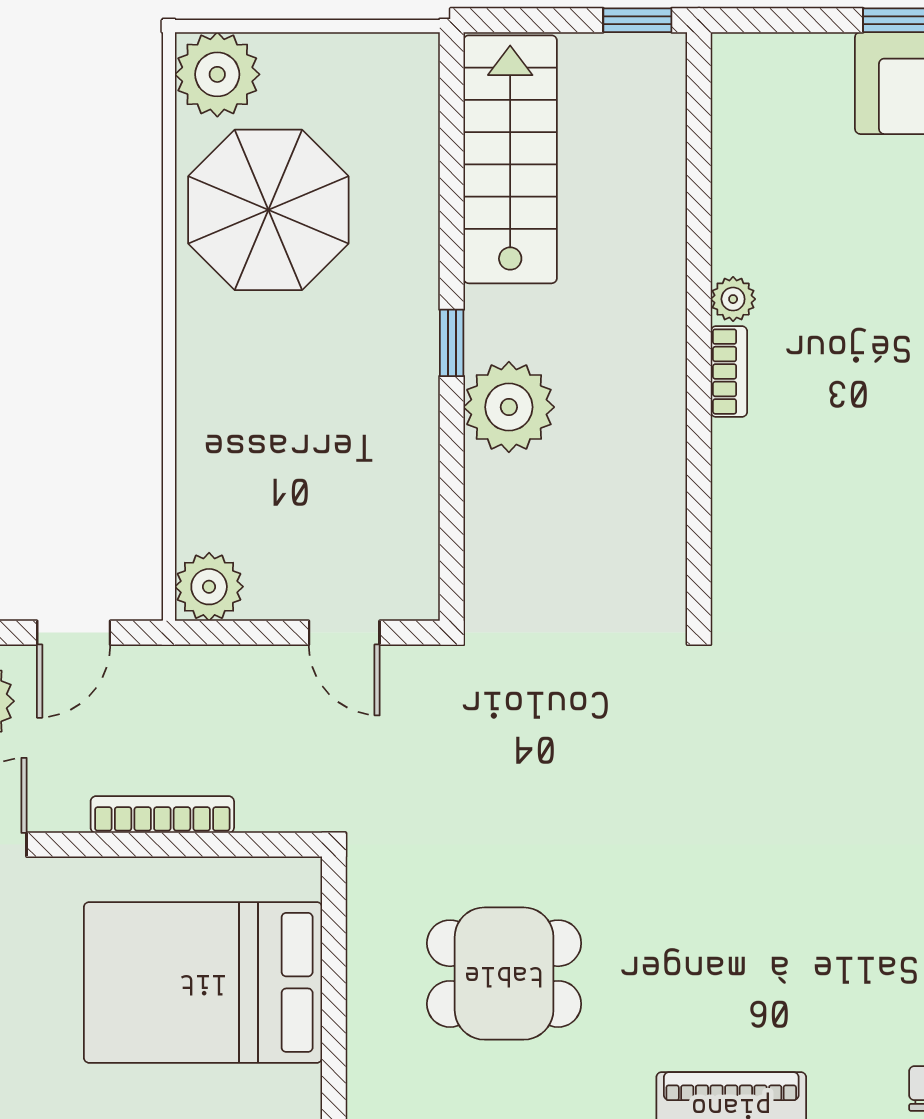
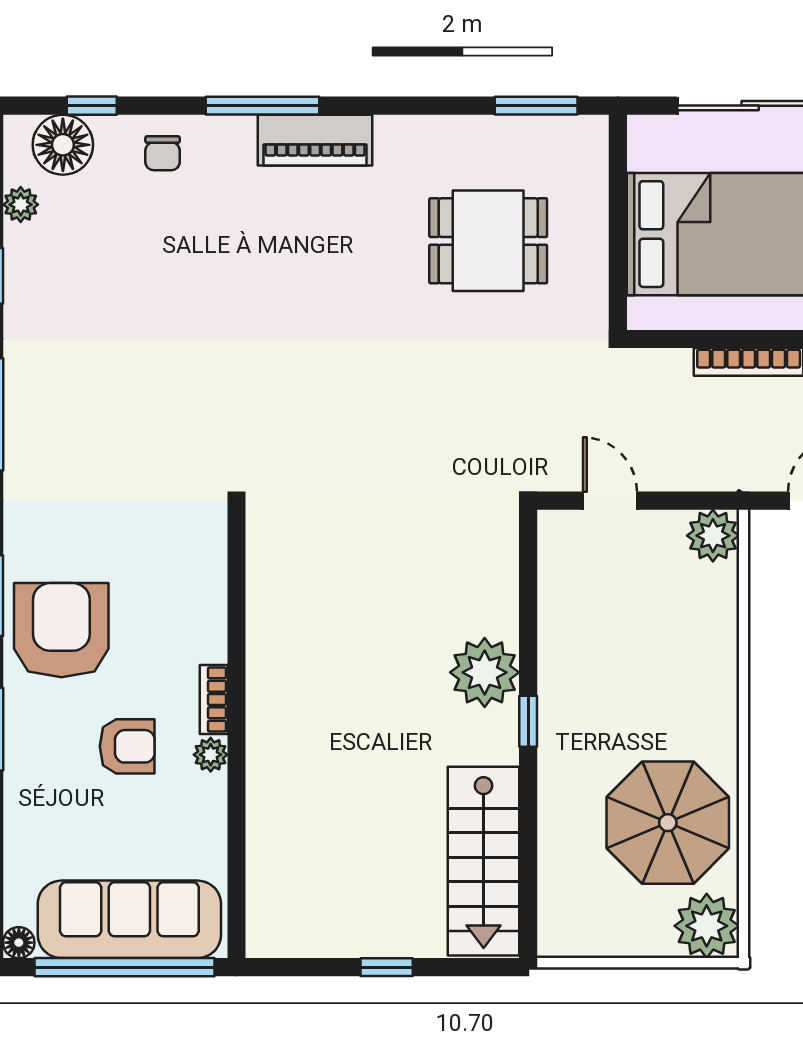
plant: (733, 299) -> (211, 755), moved
wall: (699, 326) -> (236, 734), moved
bookcase: (729, 372) -> (214, 700), moved

